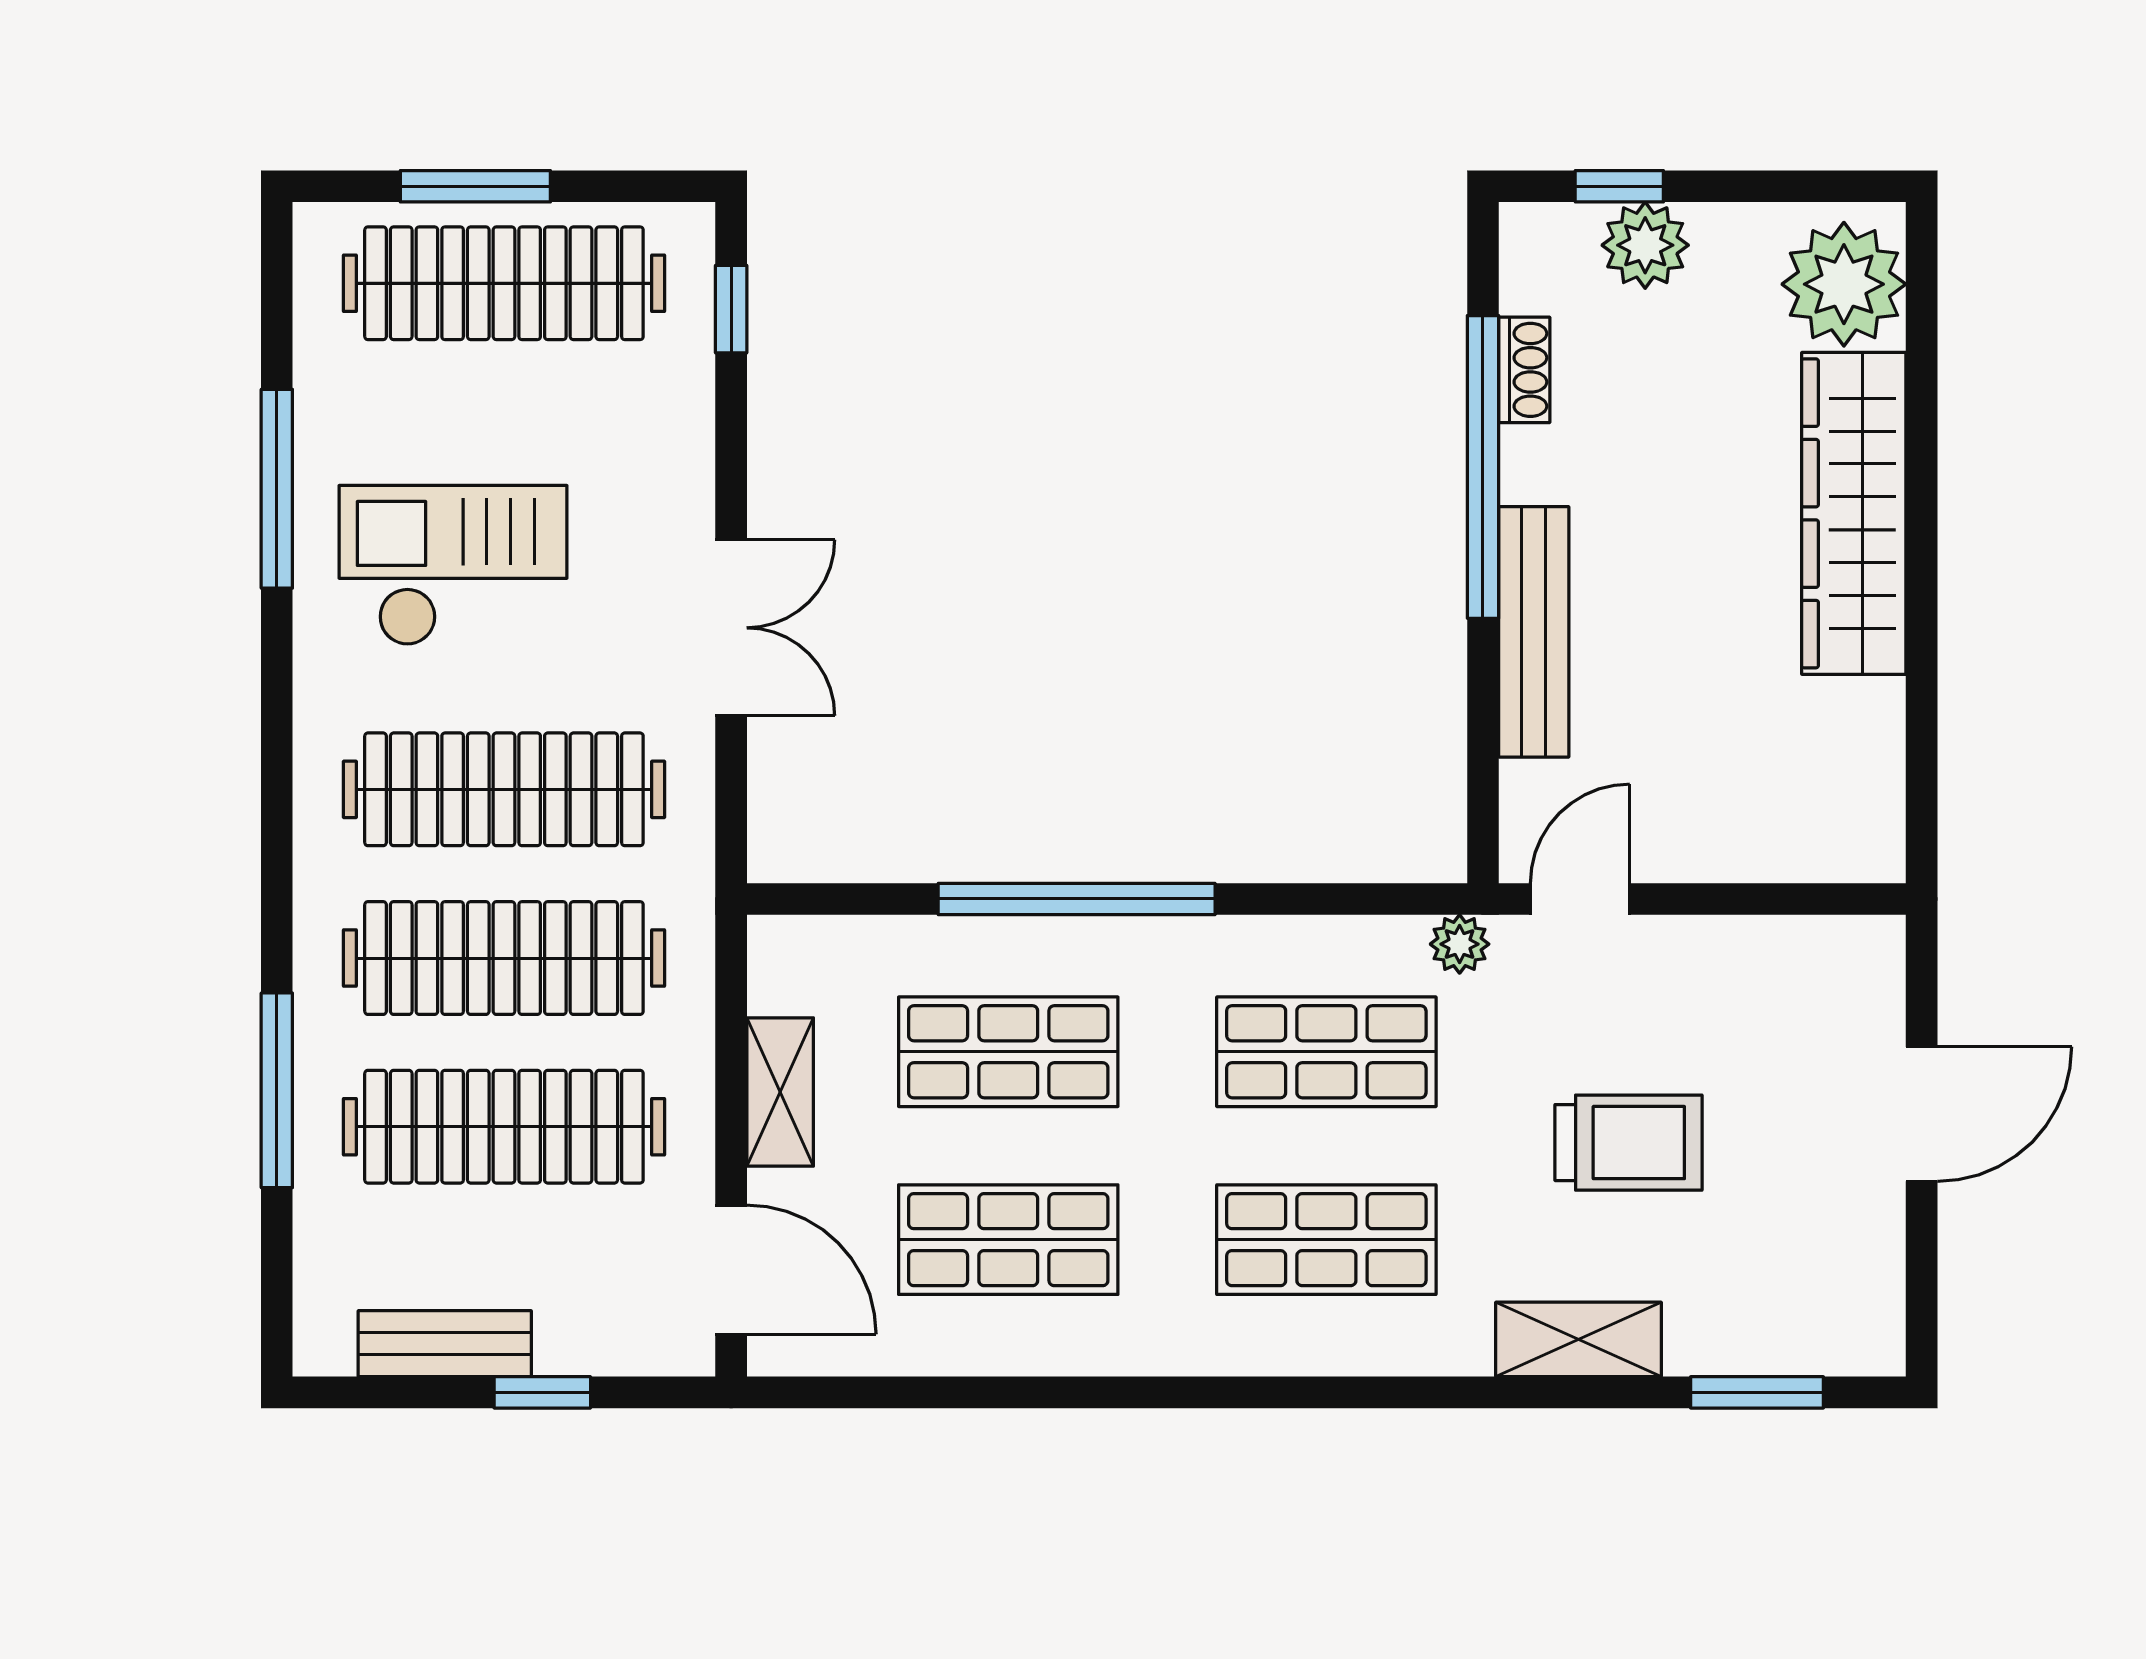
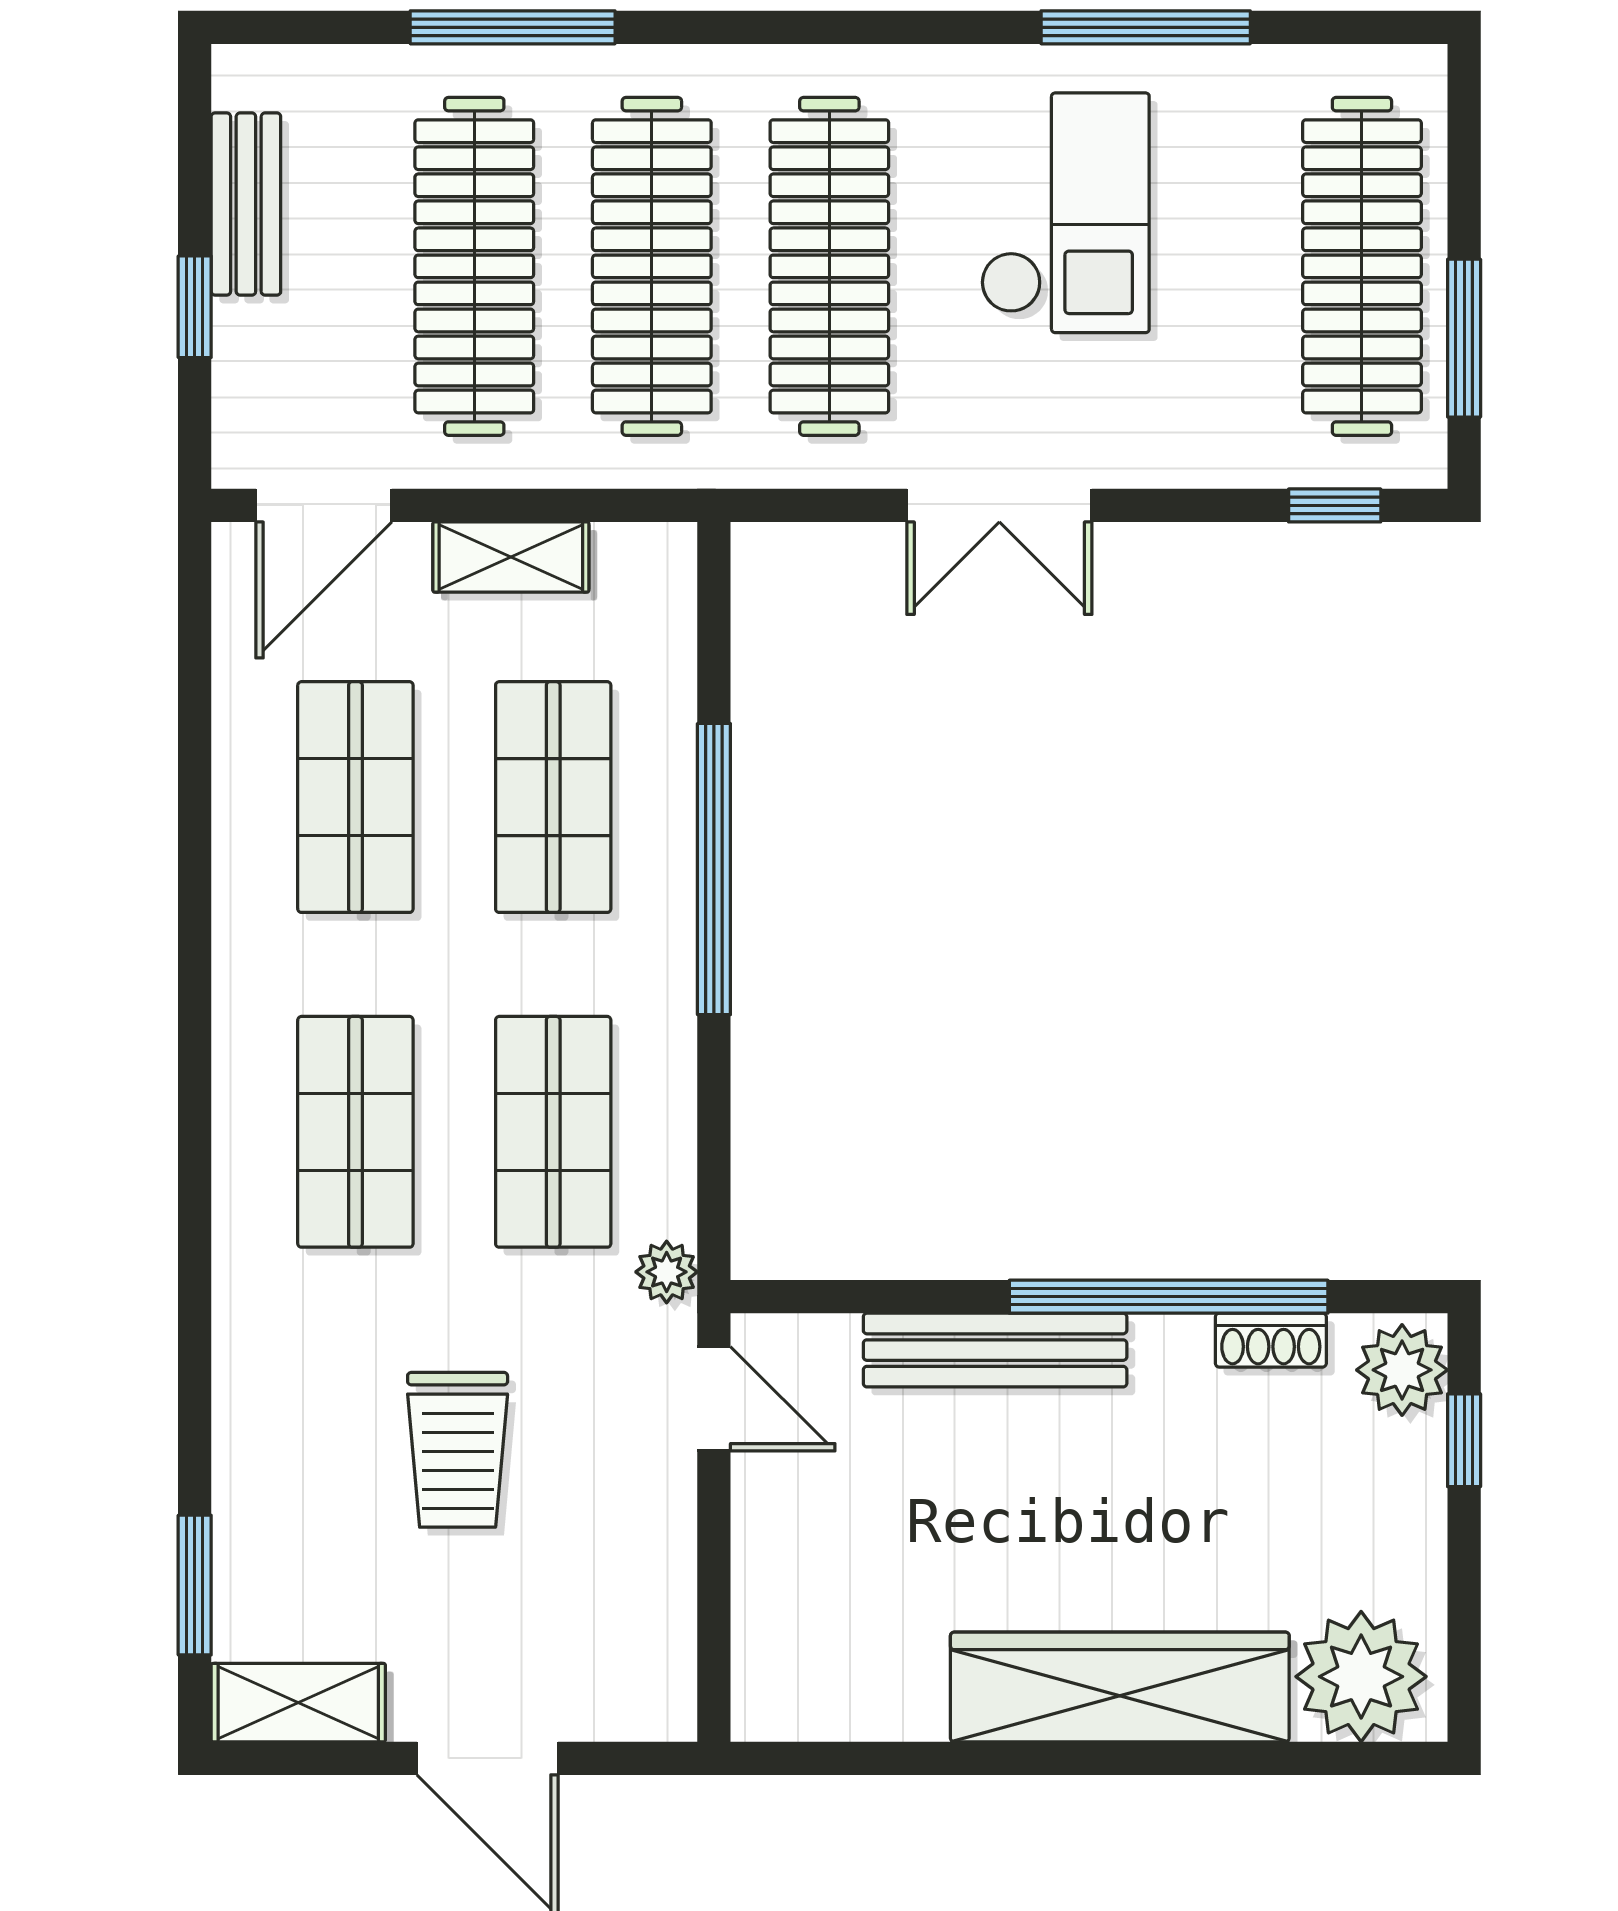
window: (475, 186) -> (1464, 338), moved
plant: (1645, 245) -> (1402, 1370), moved
shelving: (1579, 1339) -> (298, 1703), moved, turned 90

